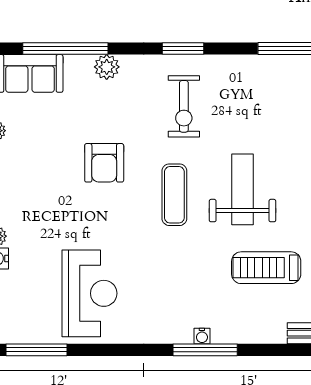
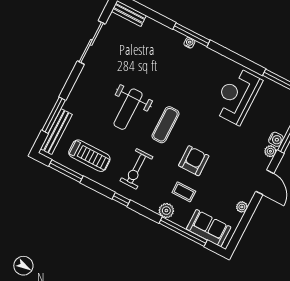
window: (183, 48) -> (121, 200), width x0.67
exercise bike: (184, 106) -> (136, 169), turned 180
coffee table: (95, 108) -> (184, 192), added
treadmill: (266, 268) -> (89, 156), moved

